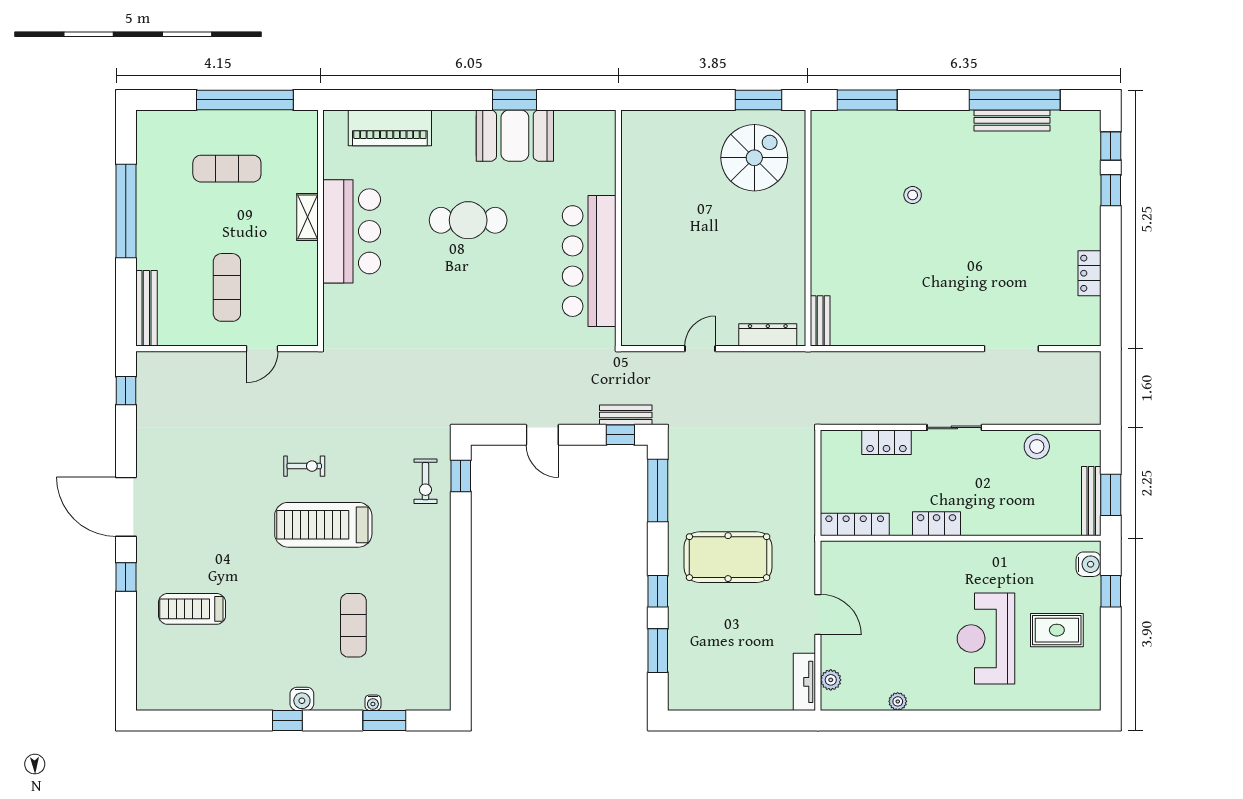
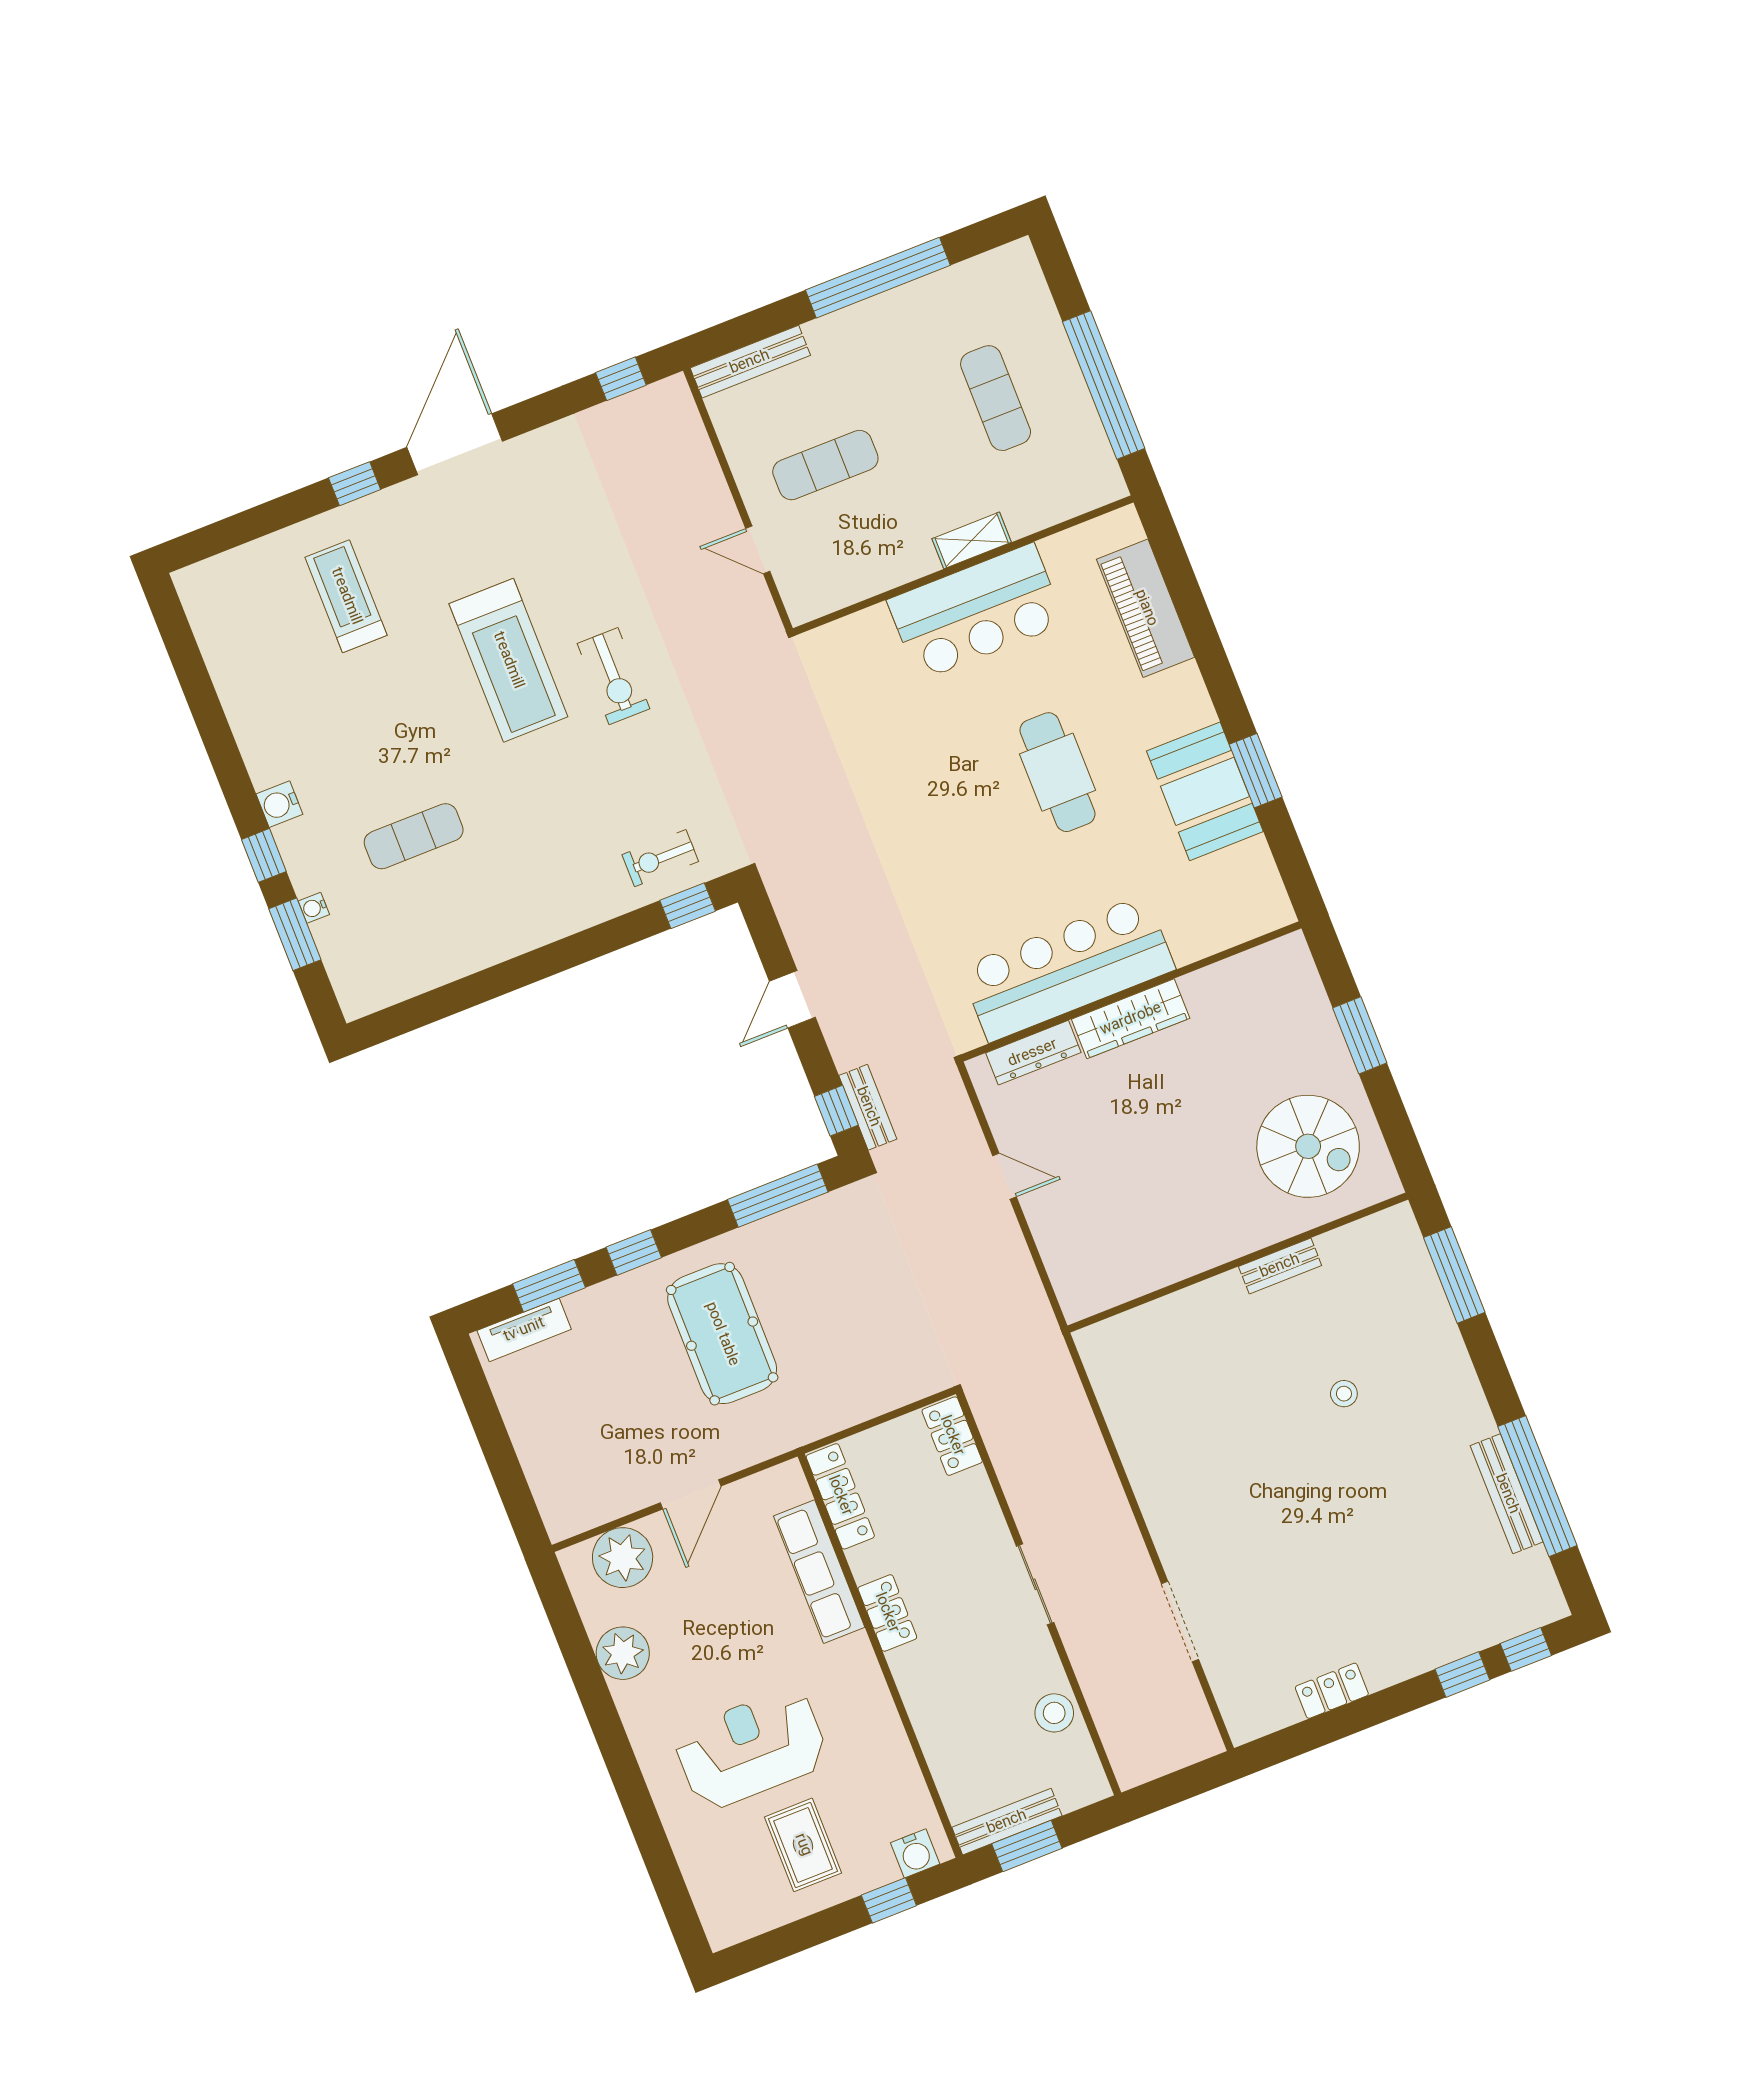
window: (758, 100) -> (1360, 1035), moved
wardrobe: (635, 235) -> (1131, 1019), added
bench: (820, 321) -> (1280, 1266), moved
dresser: (768, 335) -> (1033, 1053), moved, turned 90
locker: (886, 442) -> (952, 1436), moved
exercise bike: (304, 466) -> (614, 676), width x1.38, depth x1.39
treadmill: (323, 525) -> (508, 660), moved, turned 180
row of seats: (895, 555) -> (819, 1572), added
plant: (831, 680) -> (623, 1558), width x1.88, depth x1.88
tv unit: (804, 682) -> (524, 1330), moved, turned 180
plant: (898, 701) -> (623, 1653), width x1.88, depth x1.88
window: (287, 720) -> (264, 855), moved

